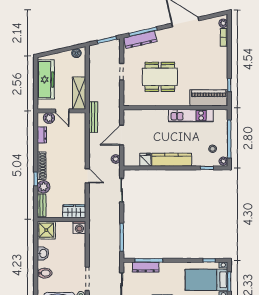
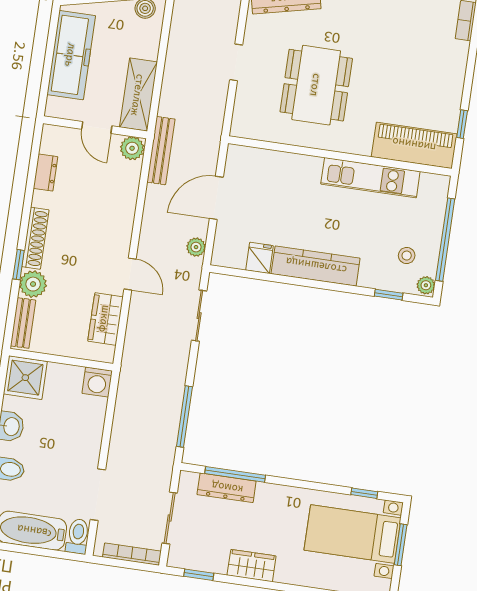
dining table: (160, 77) -> (316, 85), turned 90
plant: (49, 118) -> (132, 148), moved
wardrobe: (74, 211) -> (105, 319), moved, turned -90

